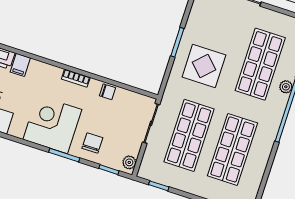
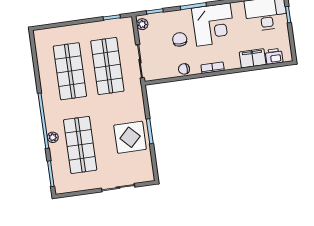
filing cabinet: (20, 65) -> (253, 58), width x2.00
display table: (204, 66) -> (130, 137), moved
chair: (92, 143) -> (180, 39), moved, turned 180

